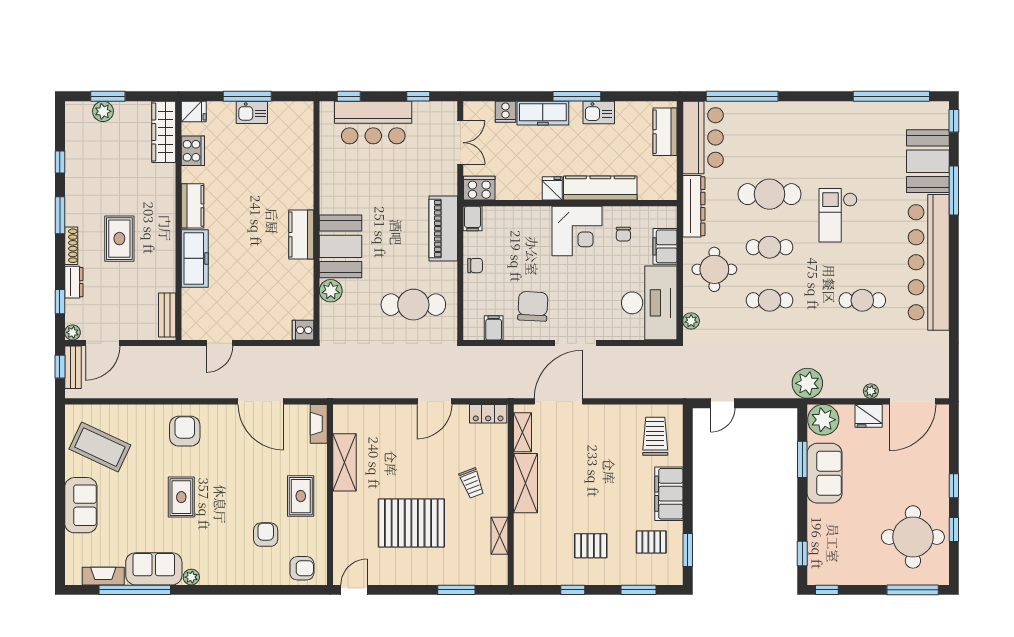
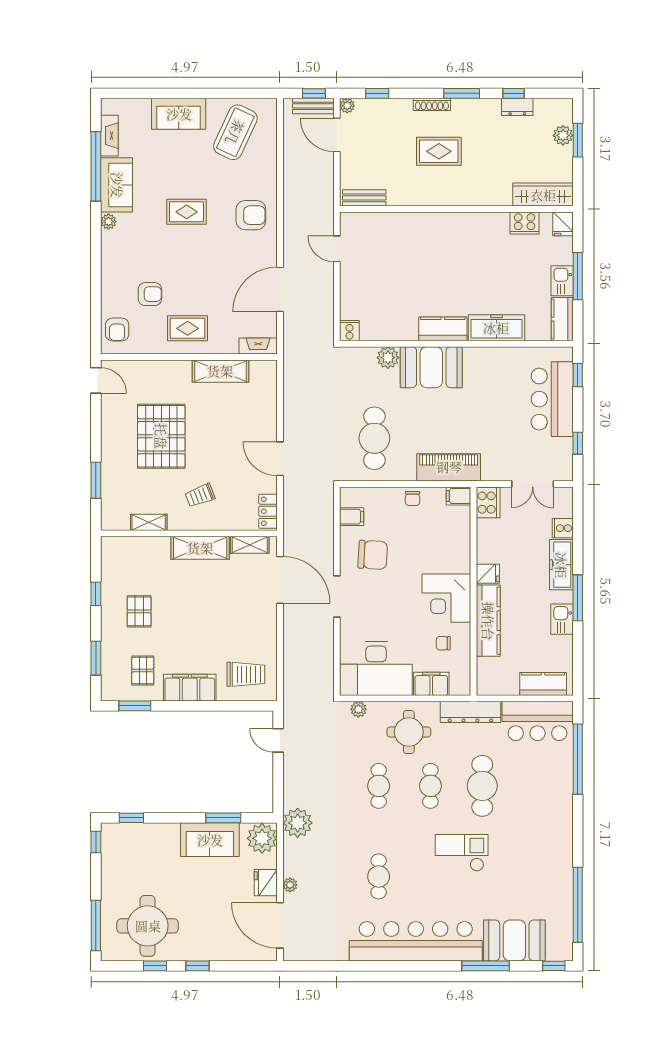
kitchen counter: (193, 206) -> (562, 319), moved, turned 90
freezer: (195, 258) -> (496, 328), moved, turned 180
dresser: (74, 282) -> (517, 107), moved

